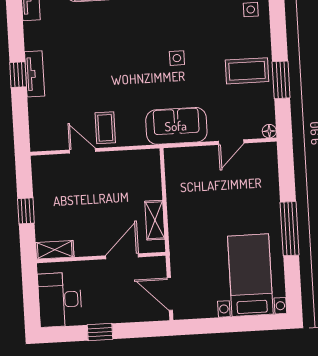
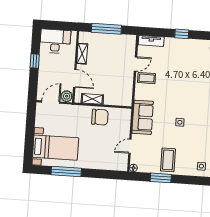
tv unit: (35, 74) -> (151, 41), moved
door: (231, 142) -> (130, 146), hinge flipped
chair: (186, 203) -> (100, 117), added
window: (26, 211) -> (106, 29), width x2.17
window: (290, 229) -> (66, 172), moved
shelving: (55, 250) -> (82, 54), moved
plant: (156, 267) -> (67, 96), added

